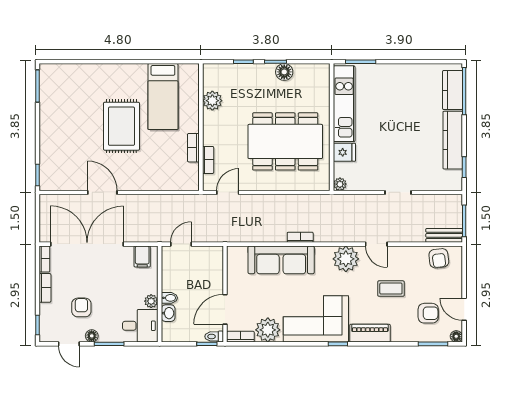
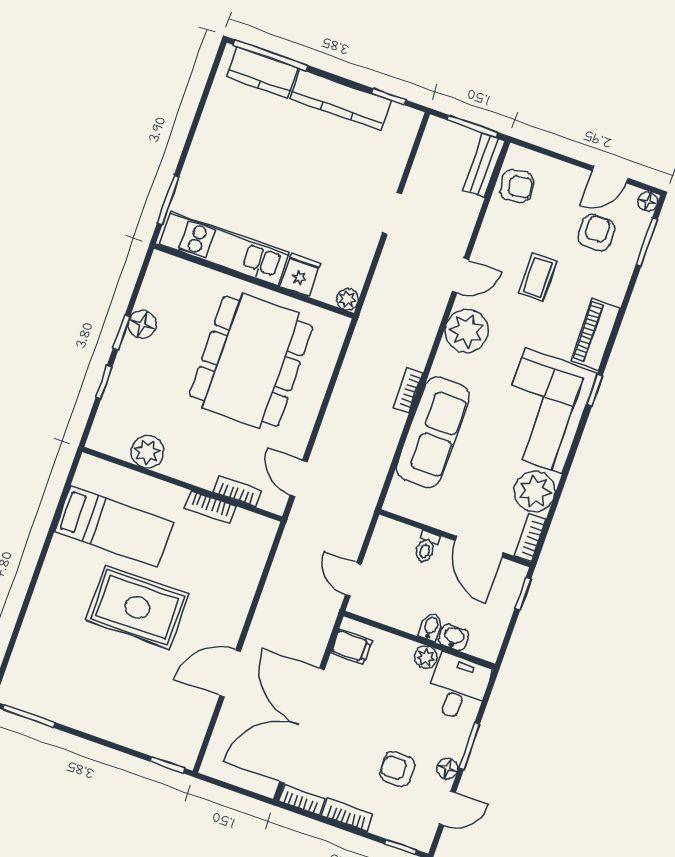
toilet: (214, 336) -> (426, 547), moved

